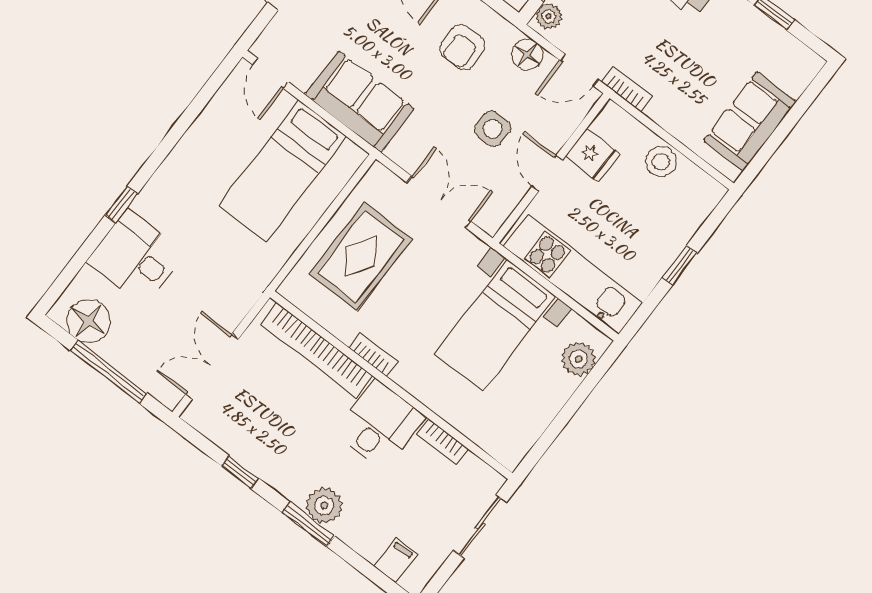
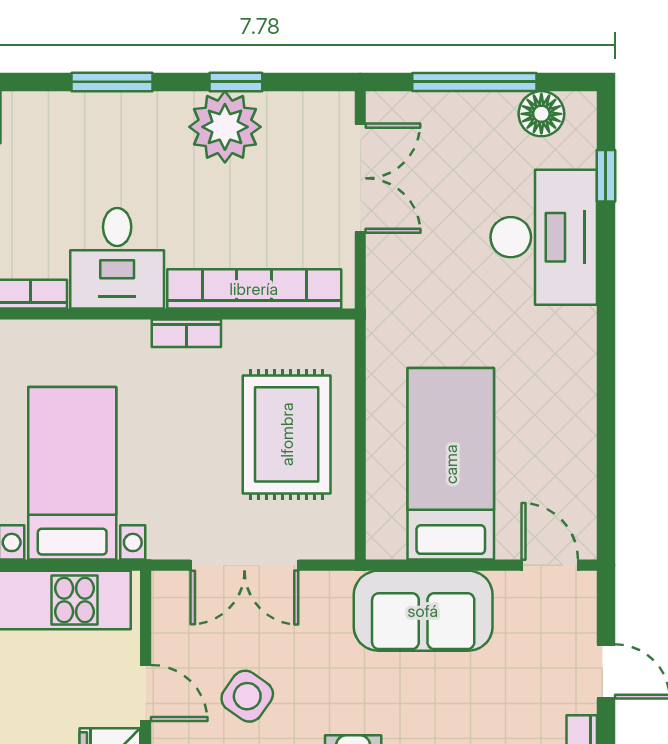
side table: (493, 129) -> (247, 696), turned 35
window: (121, 204) -> (606, 176), moved
desk: (136, 257) -> (544, 237), width x1.37
floor lamp: (89, 321) -> (541, 114), width x0.73, depth x0.73
plant: (324, 506) -> (225, 127), moved, width x1.36, depth x1.36

